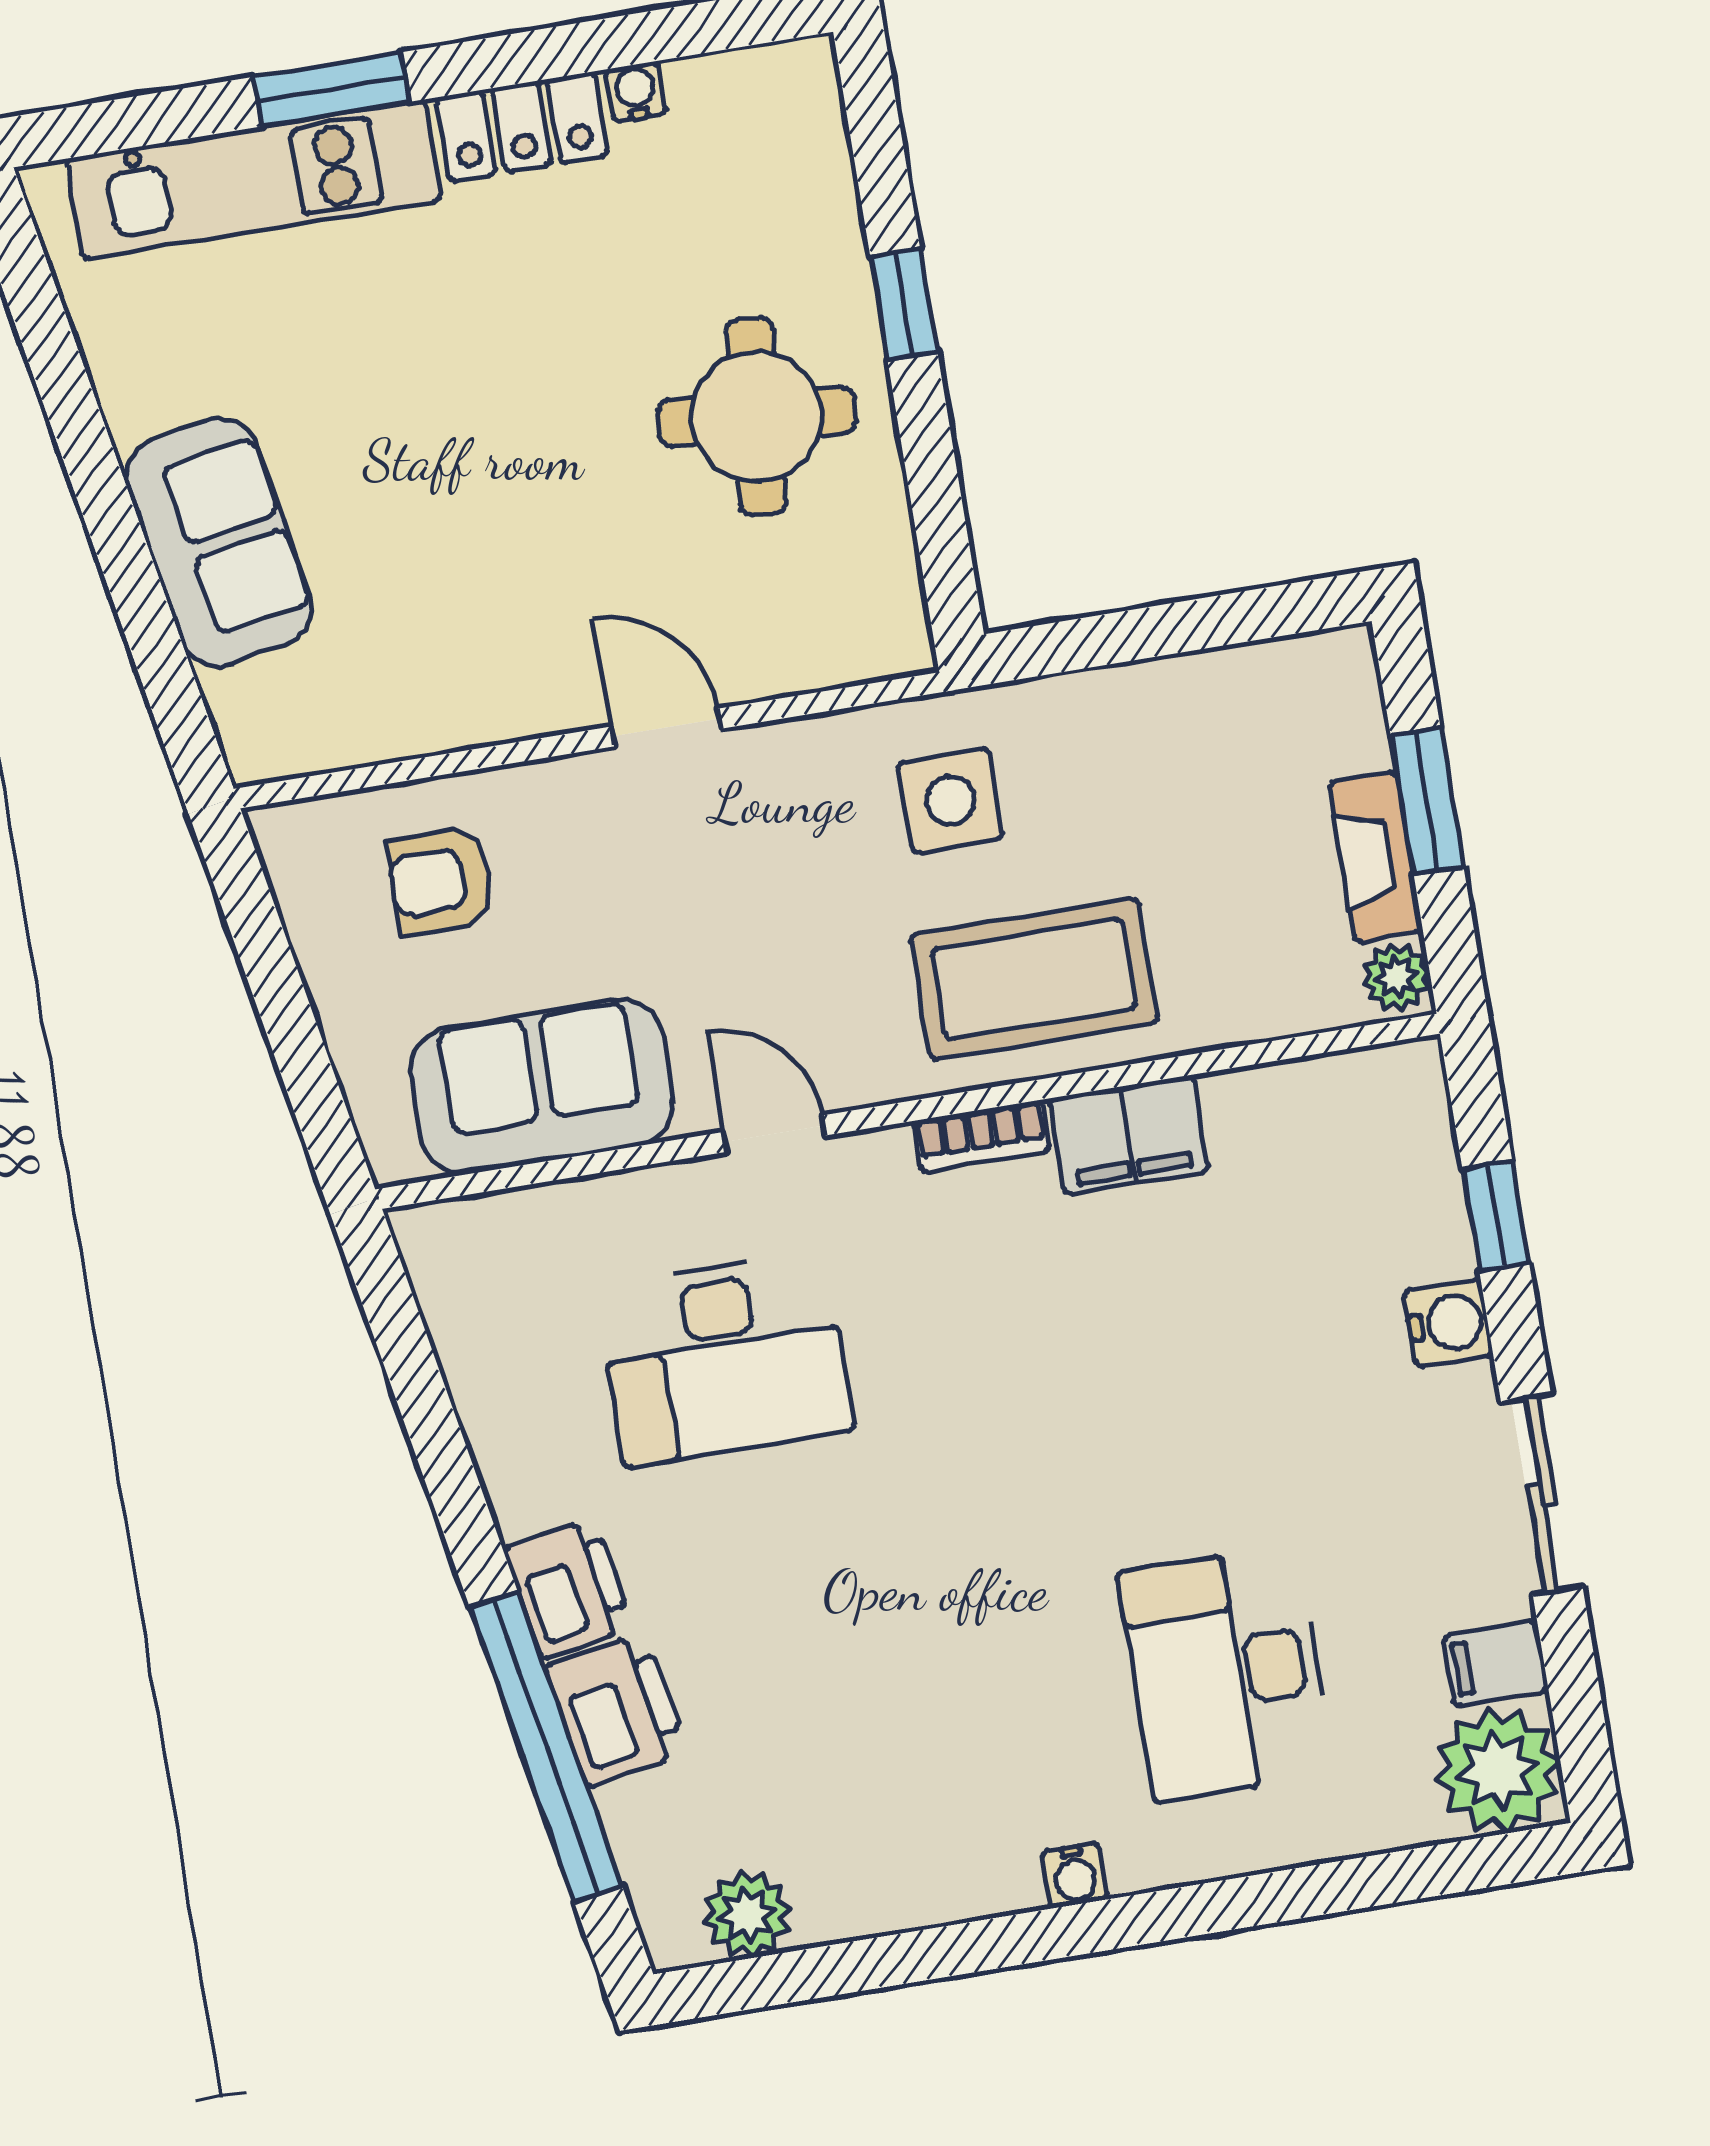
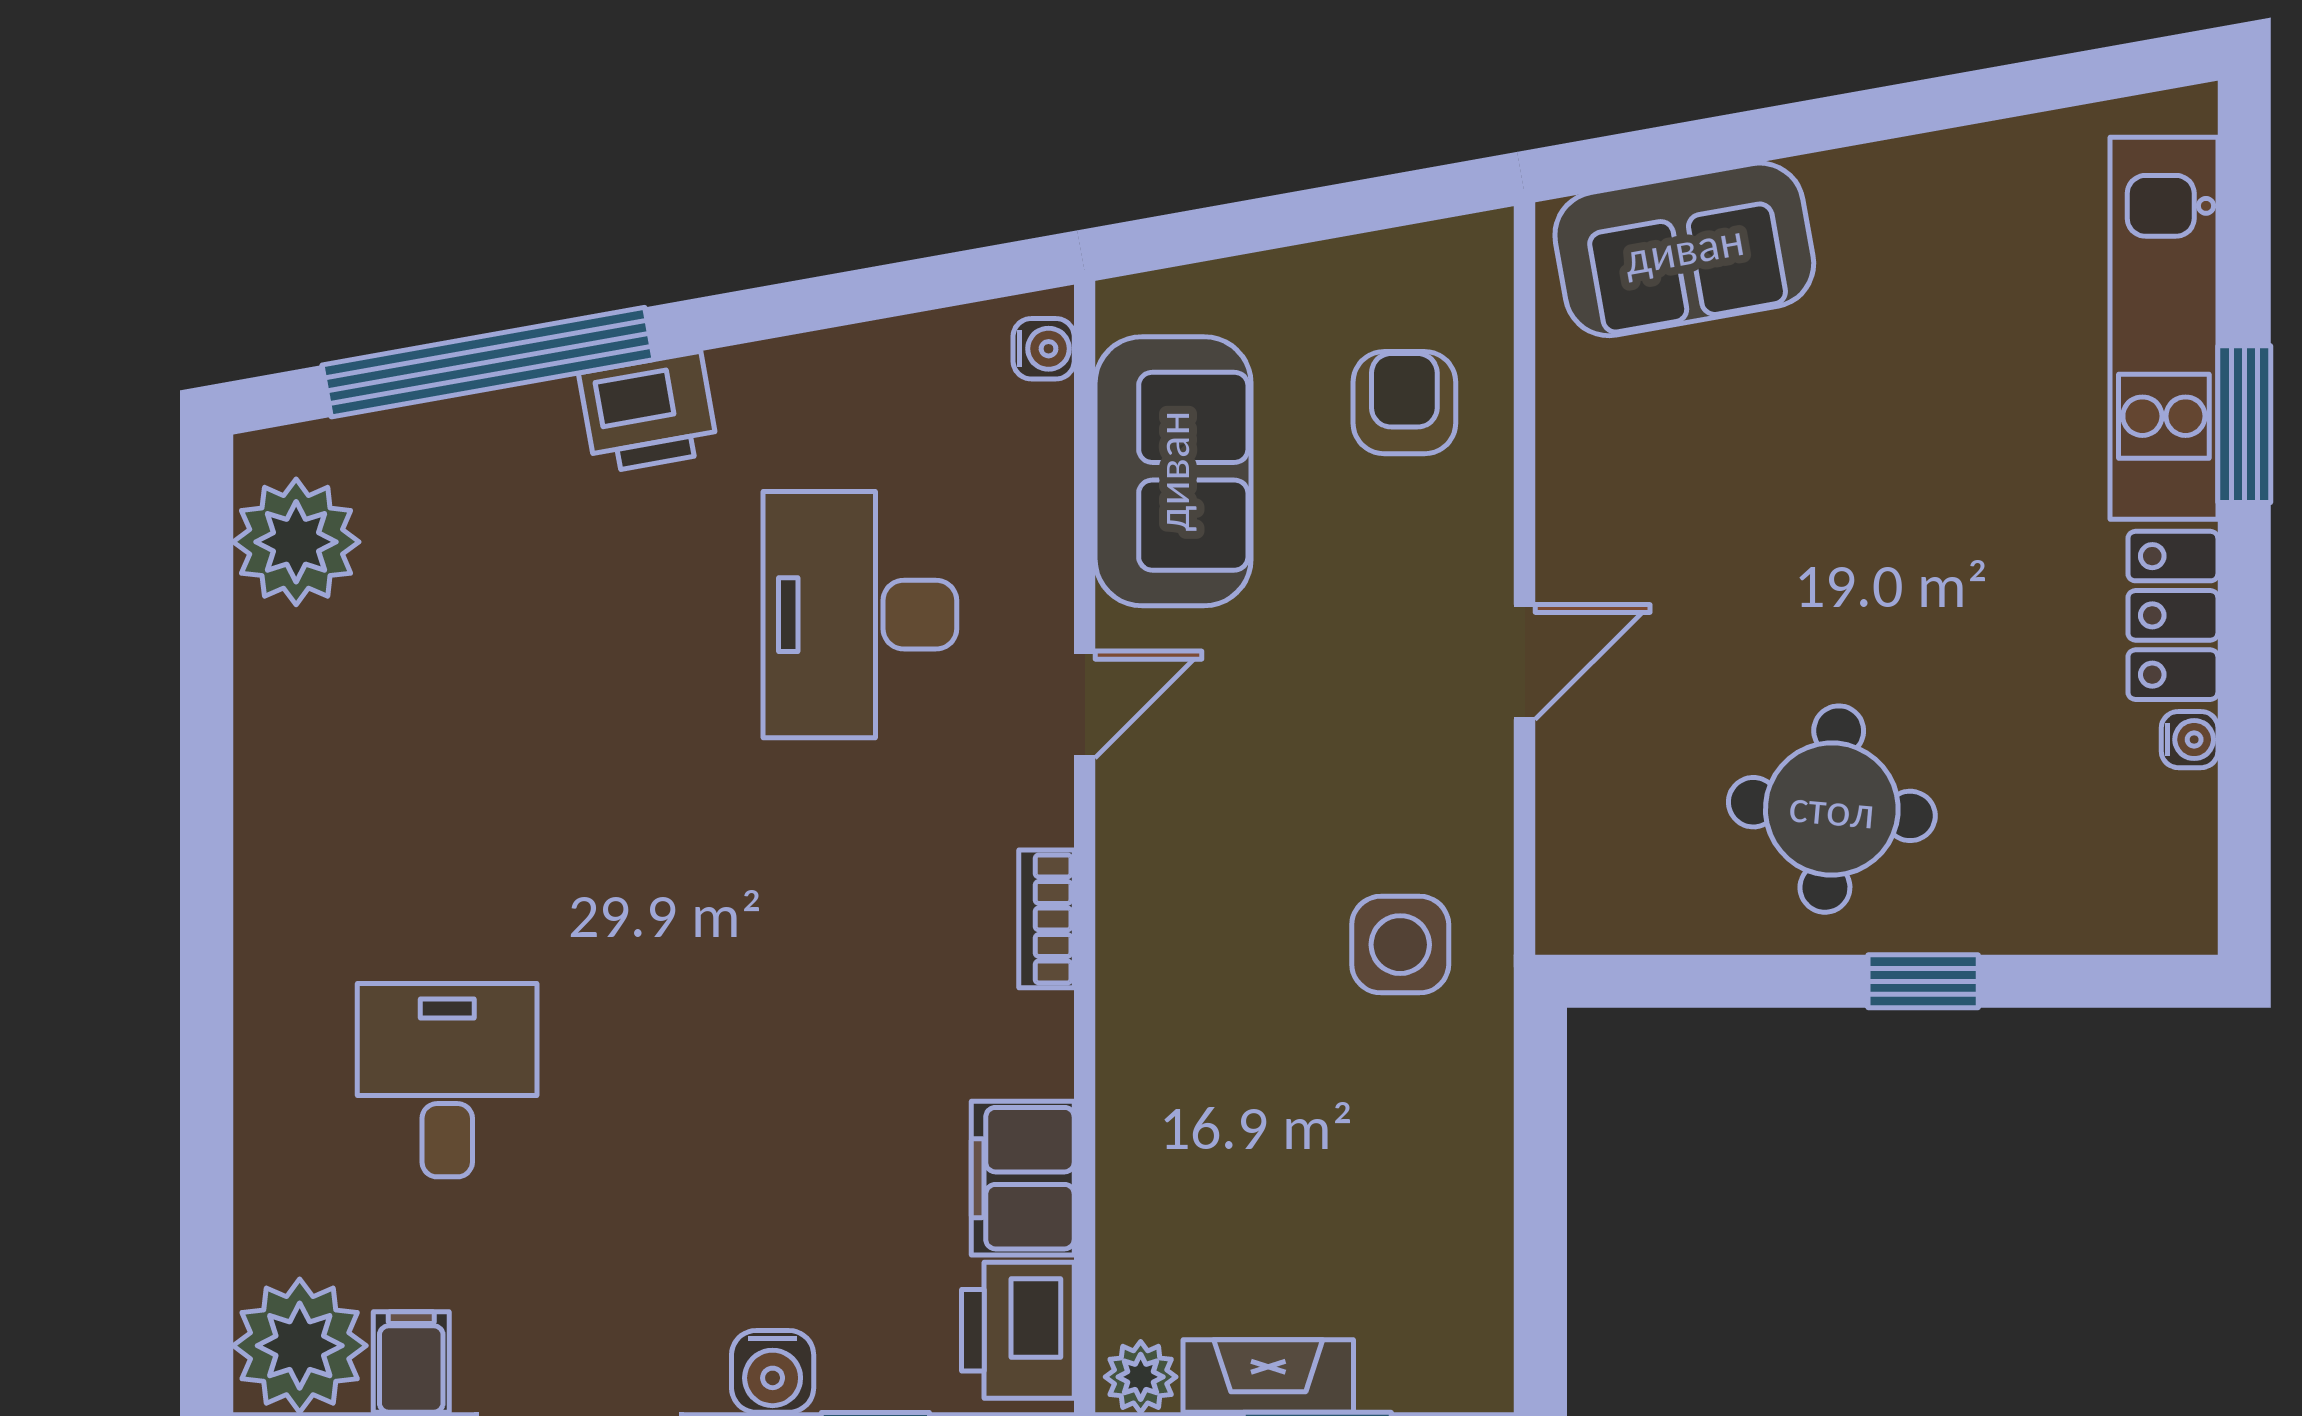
sofa: (219, 542) -> (1684, 249), moved
coffee table: (1034, 979) -> (1201, 1000), removed
filing cabinet: (1129, 1135) -> (1023, 1178), moved
desk: (1226, 1673) -> (447, 1080), width x0.73
printer: (616, 1710) -> (1018, 1330), moved, turned 100
water cooler: (1075, 1875) -> (1044, 349), moved, turned 180
plant: (747, 1915) -> (296, 542), width x1.36, depth x1.36

